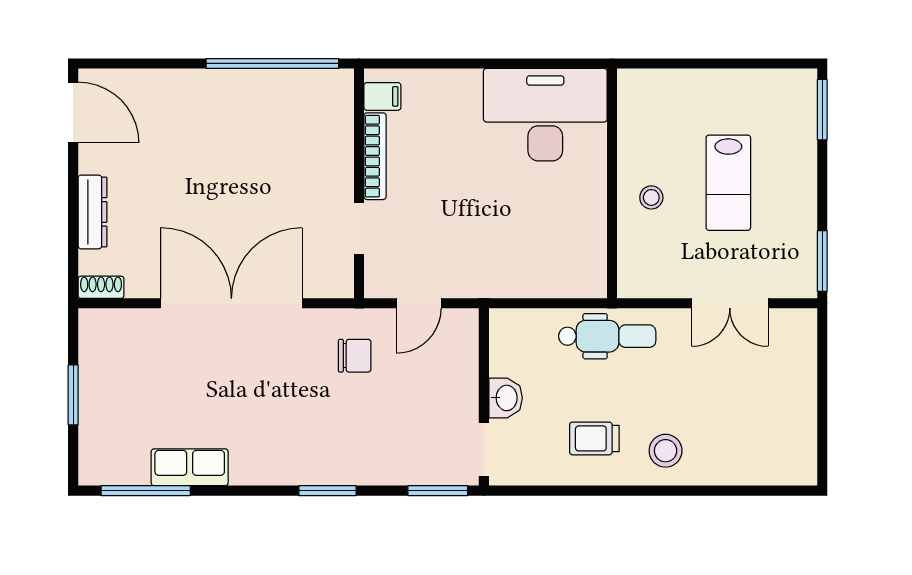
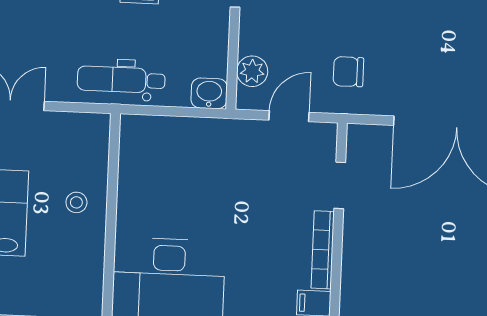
plant: (462, 352) -> (252, 71), added
washbasin: (506, 398) -> (209, 93), moved, turned 90

